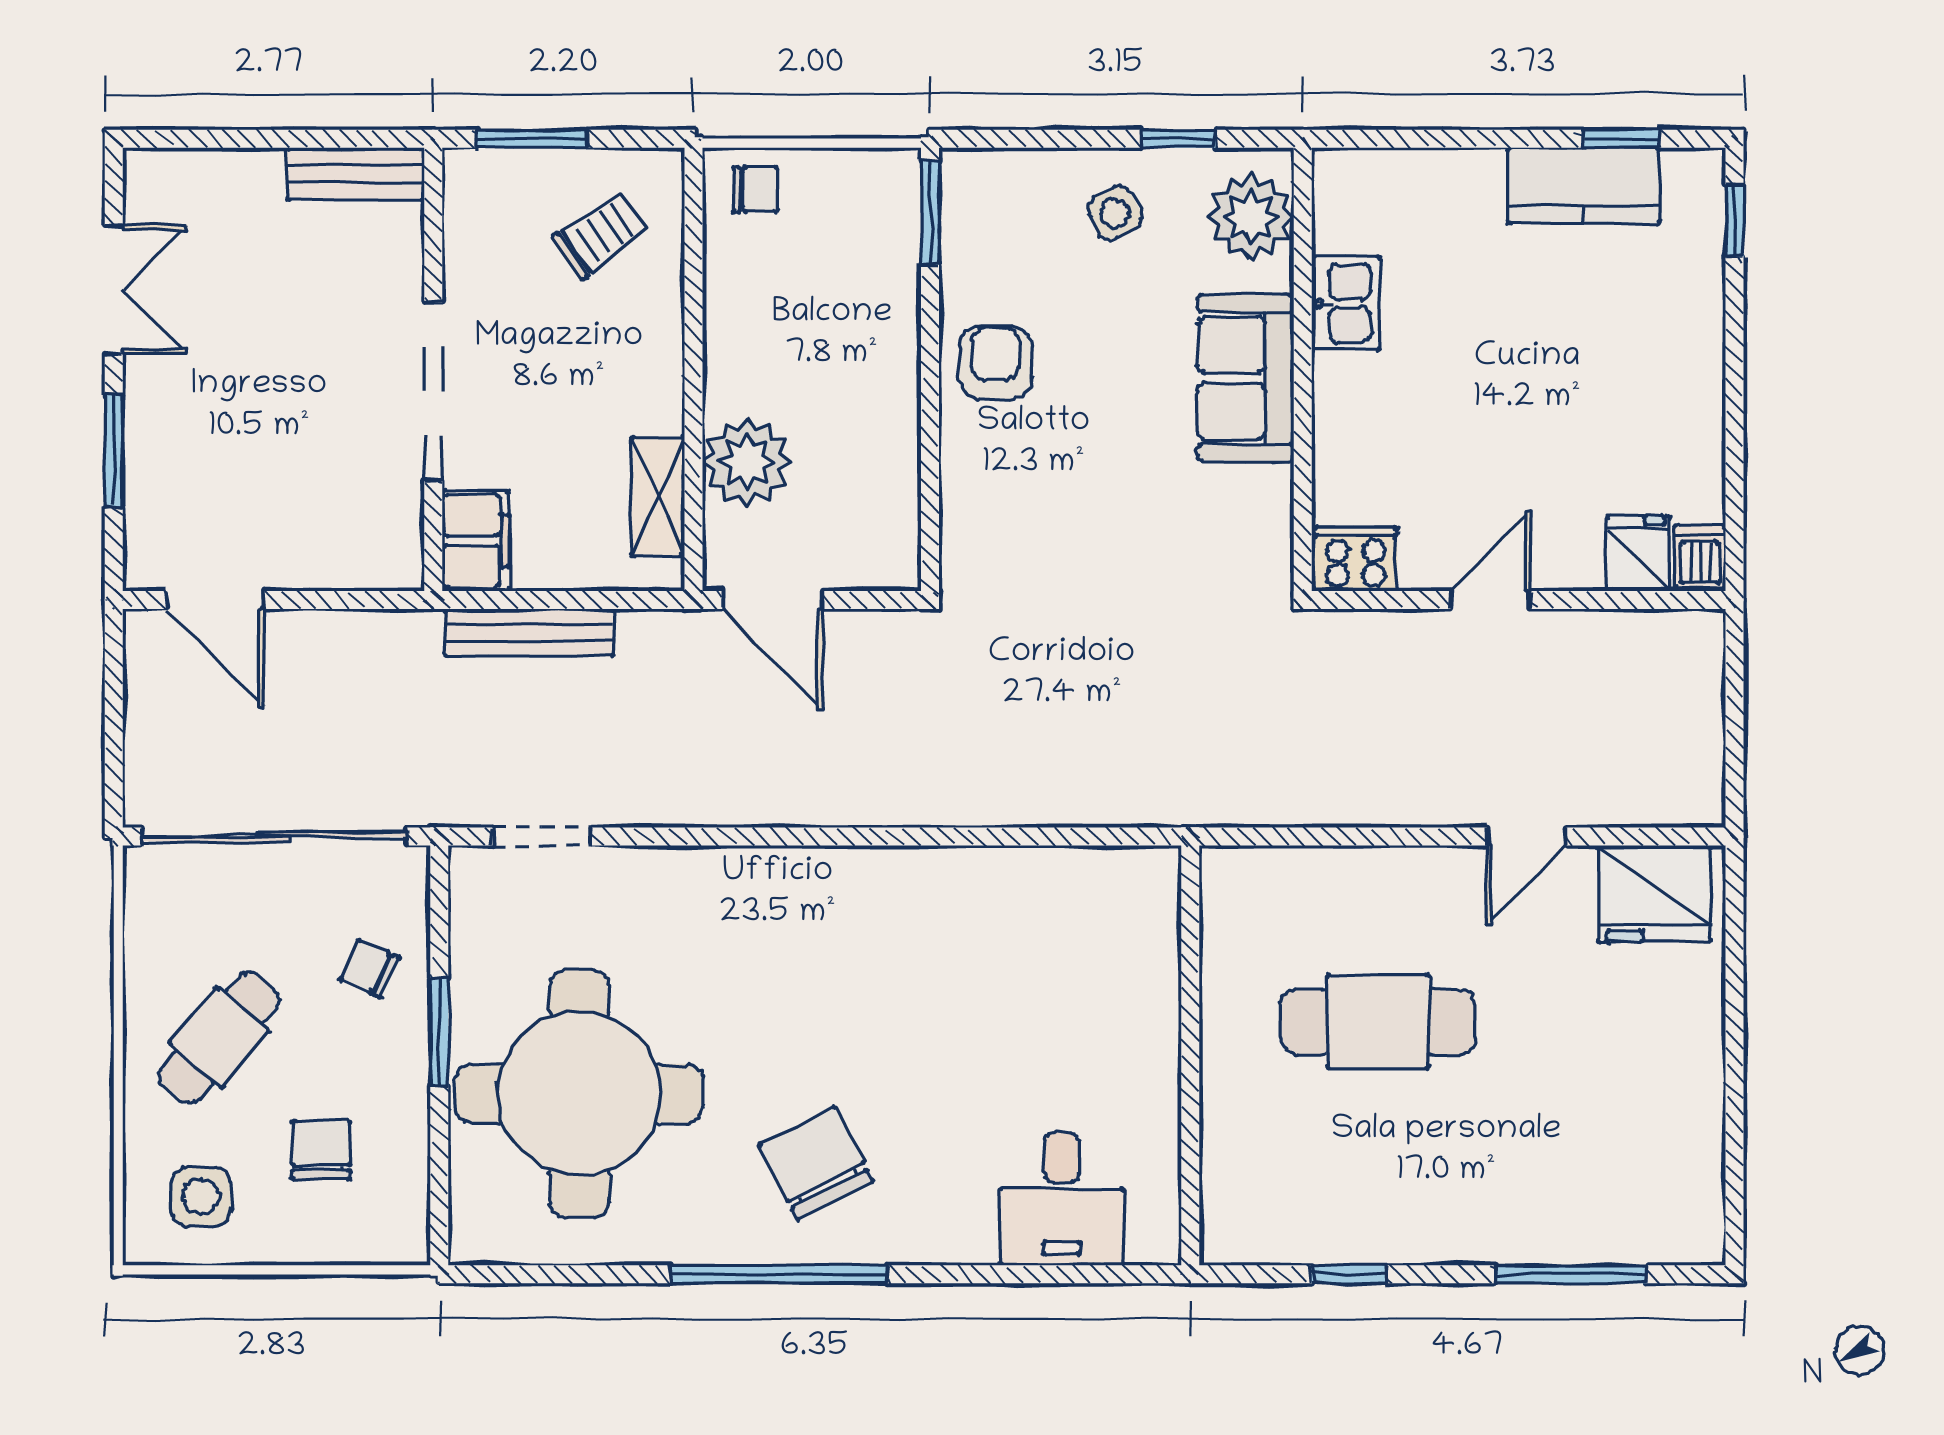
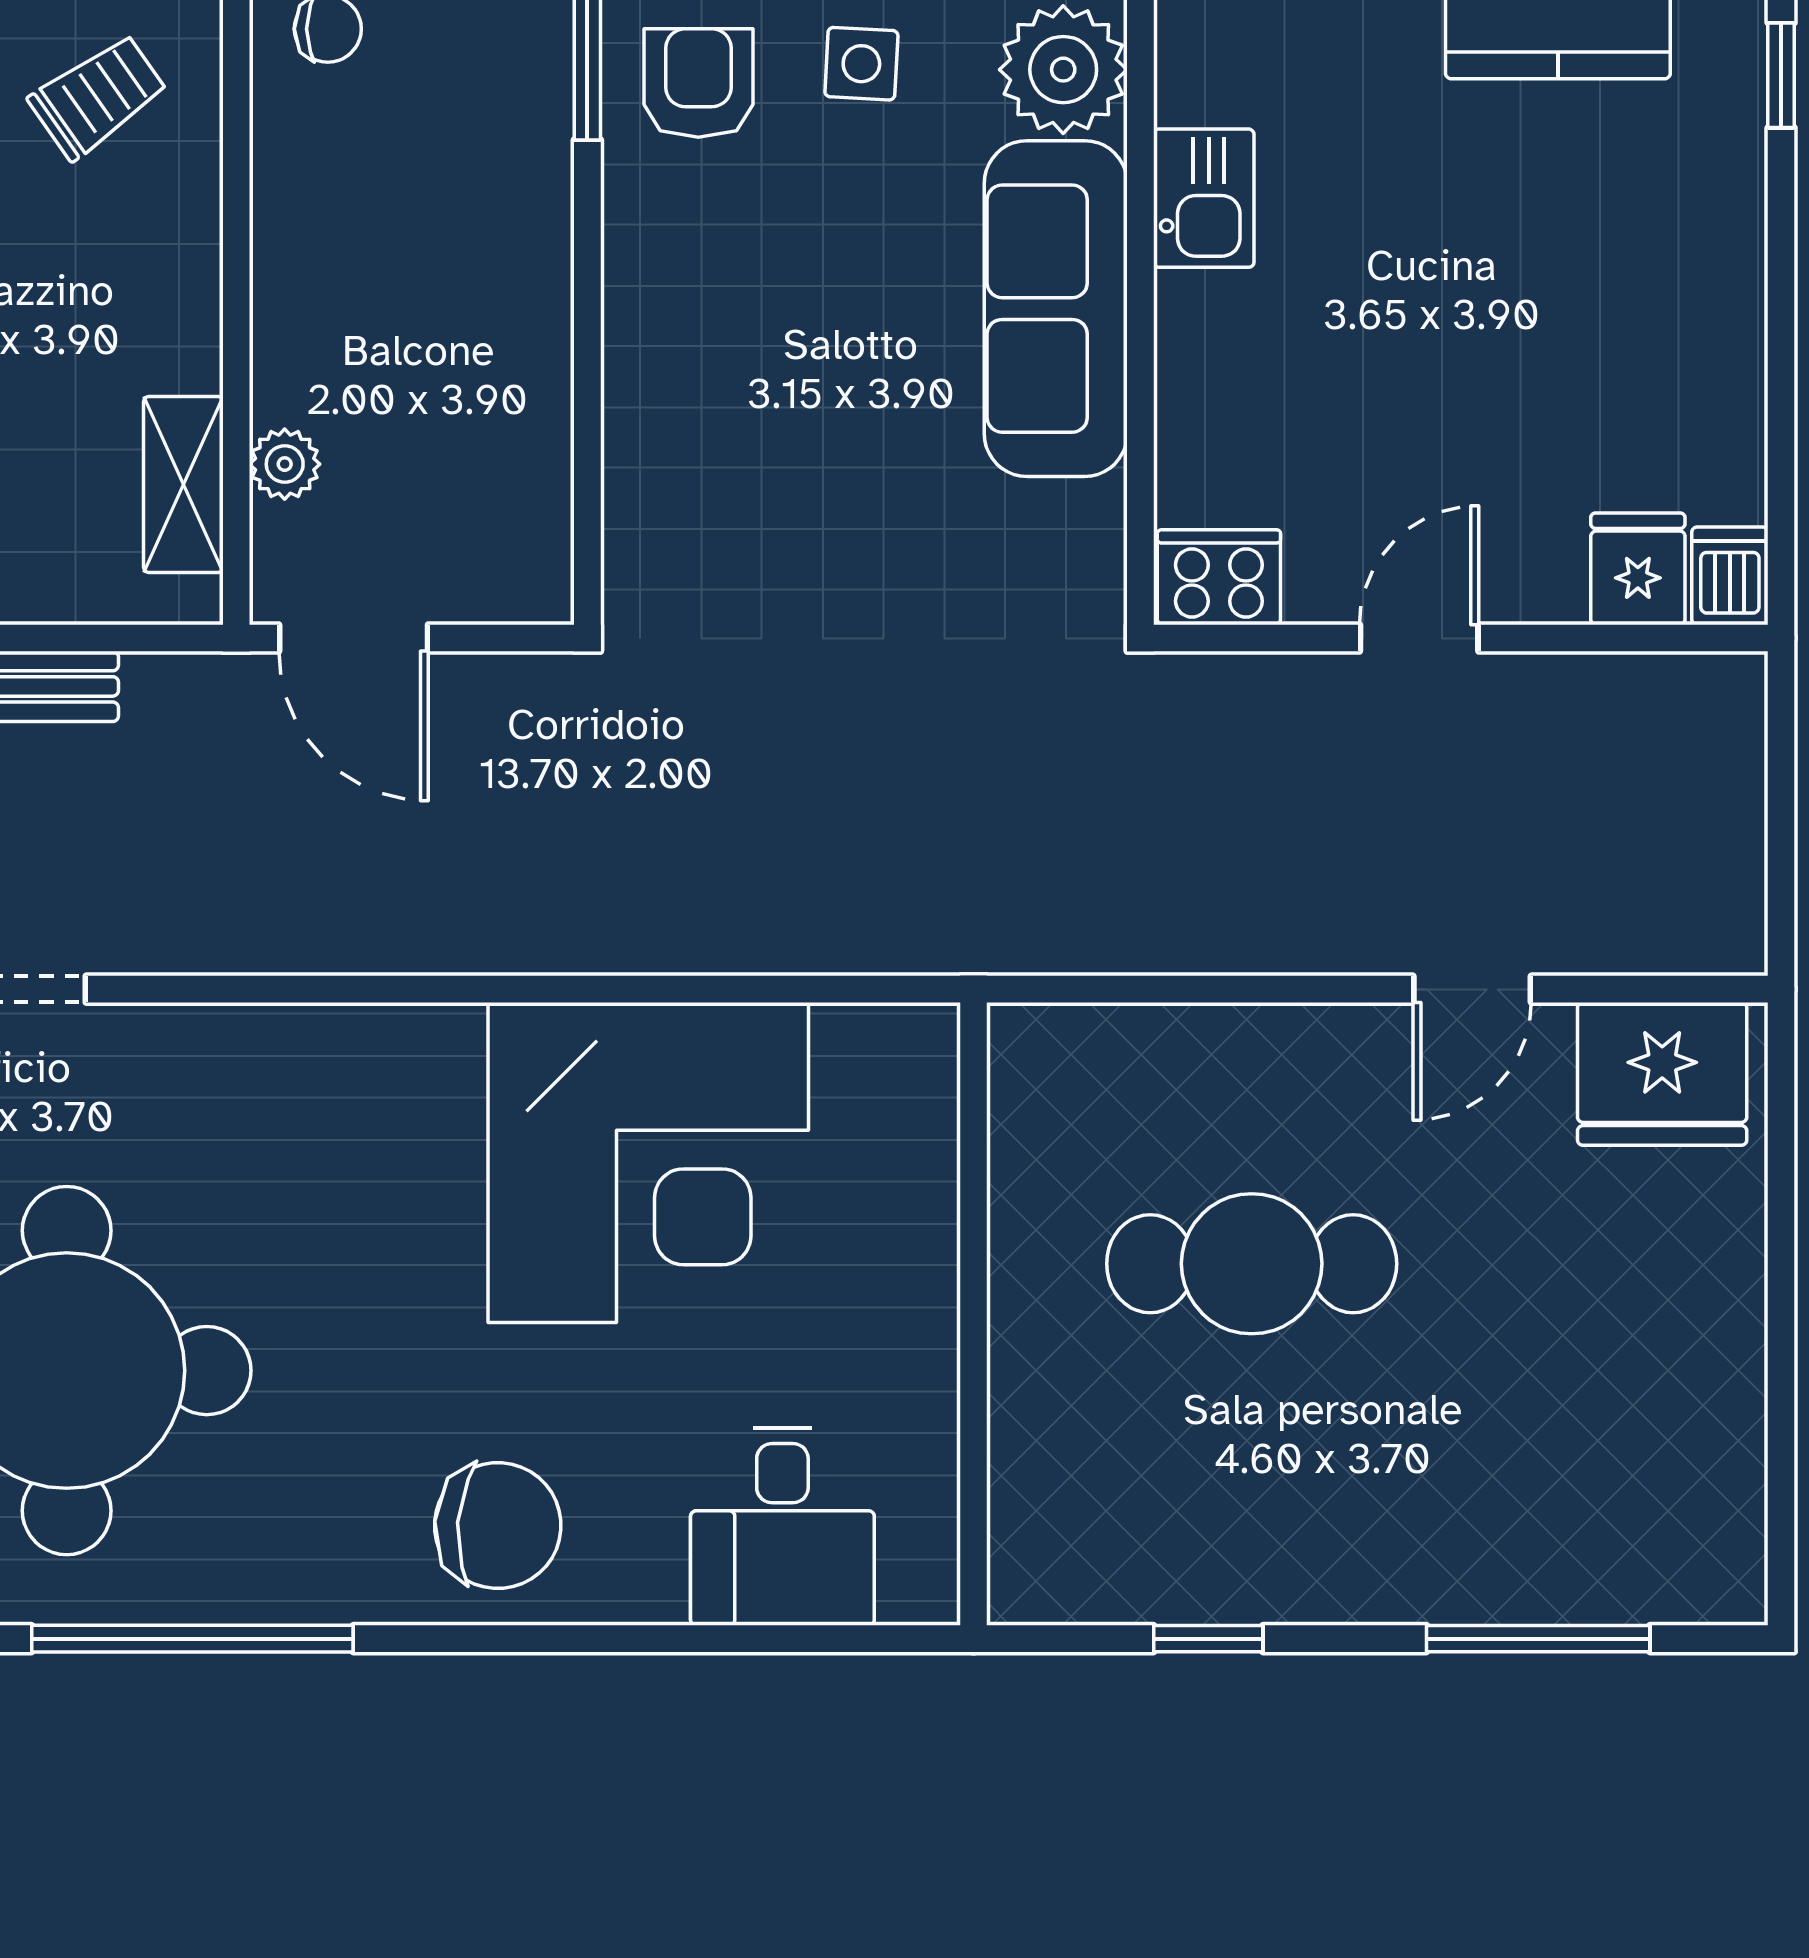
side table: (1115, 213) -> (861, 64), turned 32
armchair: (996, 363) -> (698, 83), moved
sofa: (1246, 378) -> (1056, 309), width x1.36
plant: (747, 462) -> (285, 464), width x0.53, depth x0.53
corner desk: (971, 953) -> (648, 1162), added
chair: (816, 1163) -> (498, 1526), moved, turned 121
window: (779, 1274) -> (192, 1639), moved

